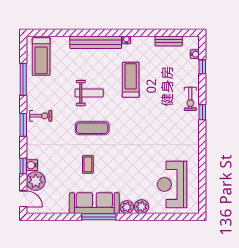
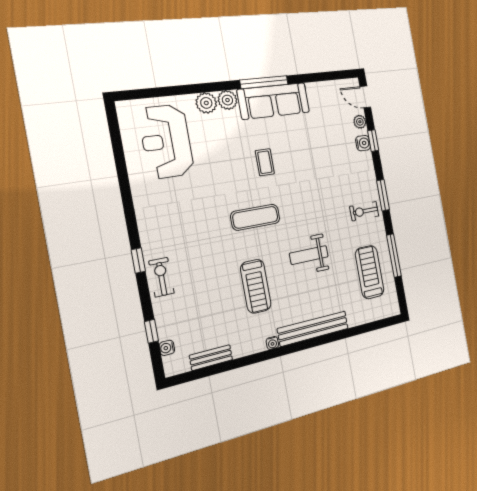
treadmill: (41, 57) -> (370, 272), moved
exercise mat: (92, 128) -> (255, 217), moved
coffee table: (88, 164) -> (265, 162), moved
plant: (36, 181) -> (360, 122), width x0.53, depth x0.53
reception desk: (172, 184) -> (166, 141), turned 180

